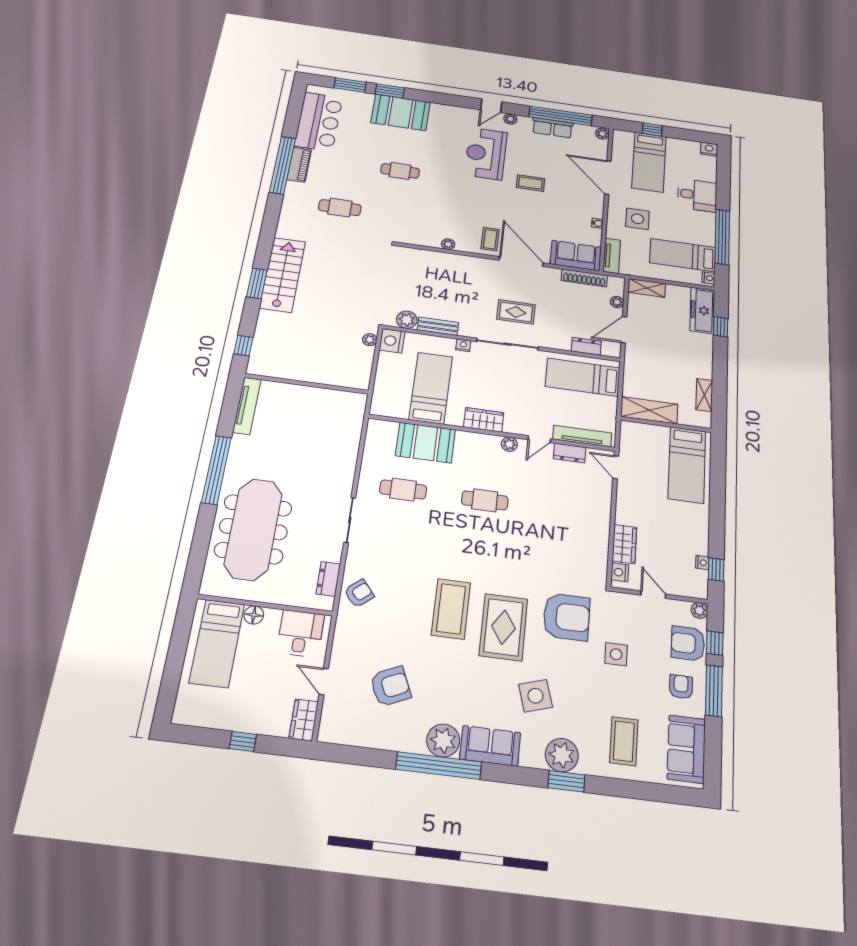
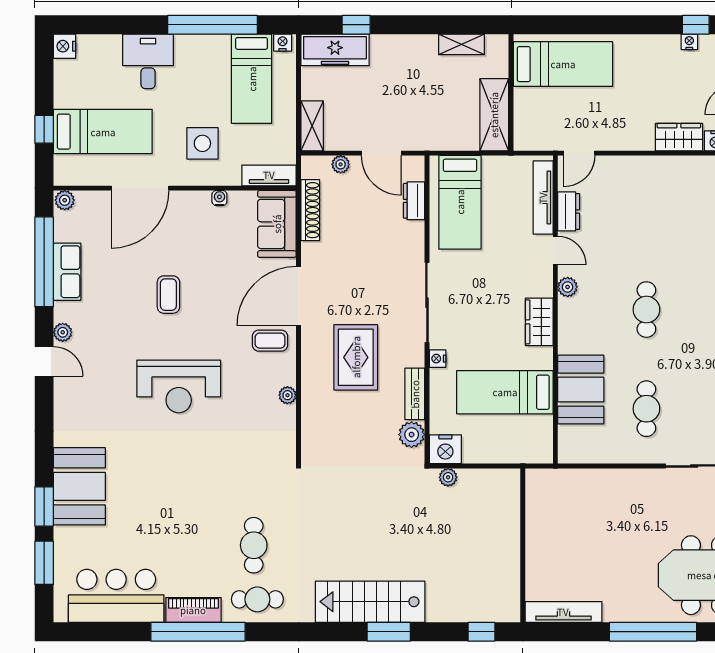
reception desk: (486, 154) -> (179, 386), moved
cafe table: (400, 171) -> (257, 599), moved, turned 90
rug: (516, 312) -> (356, 357), moved, width x1.36, depth x1.43

